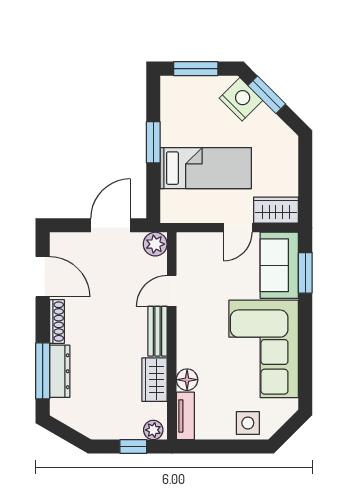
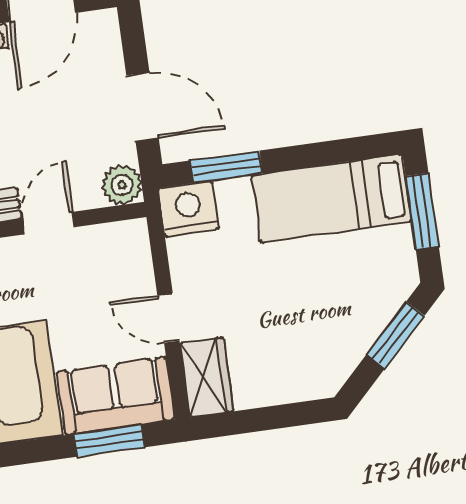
nightstand: (241, 99) -> (188, 209), moved, turned -135
window: (153, 142) -> (227, 167), moved
bed: (206, 168) -> (332, 199), moved, turned 90
door: (172, 291) -> (48, 223), hinge flipped

